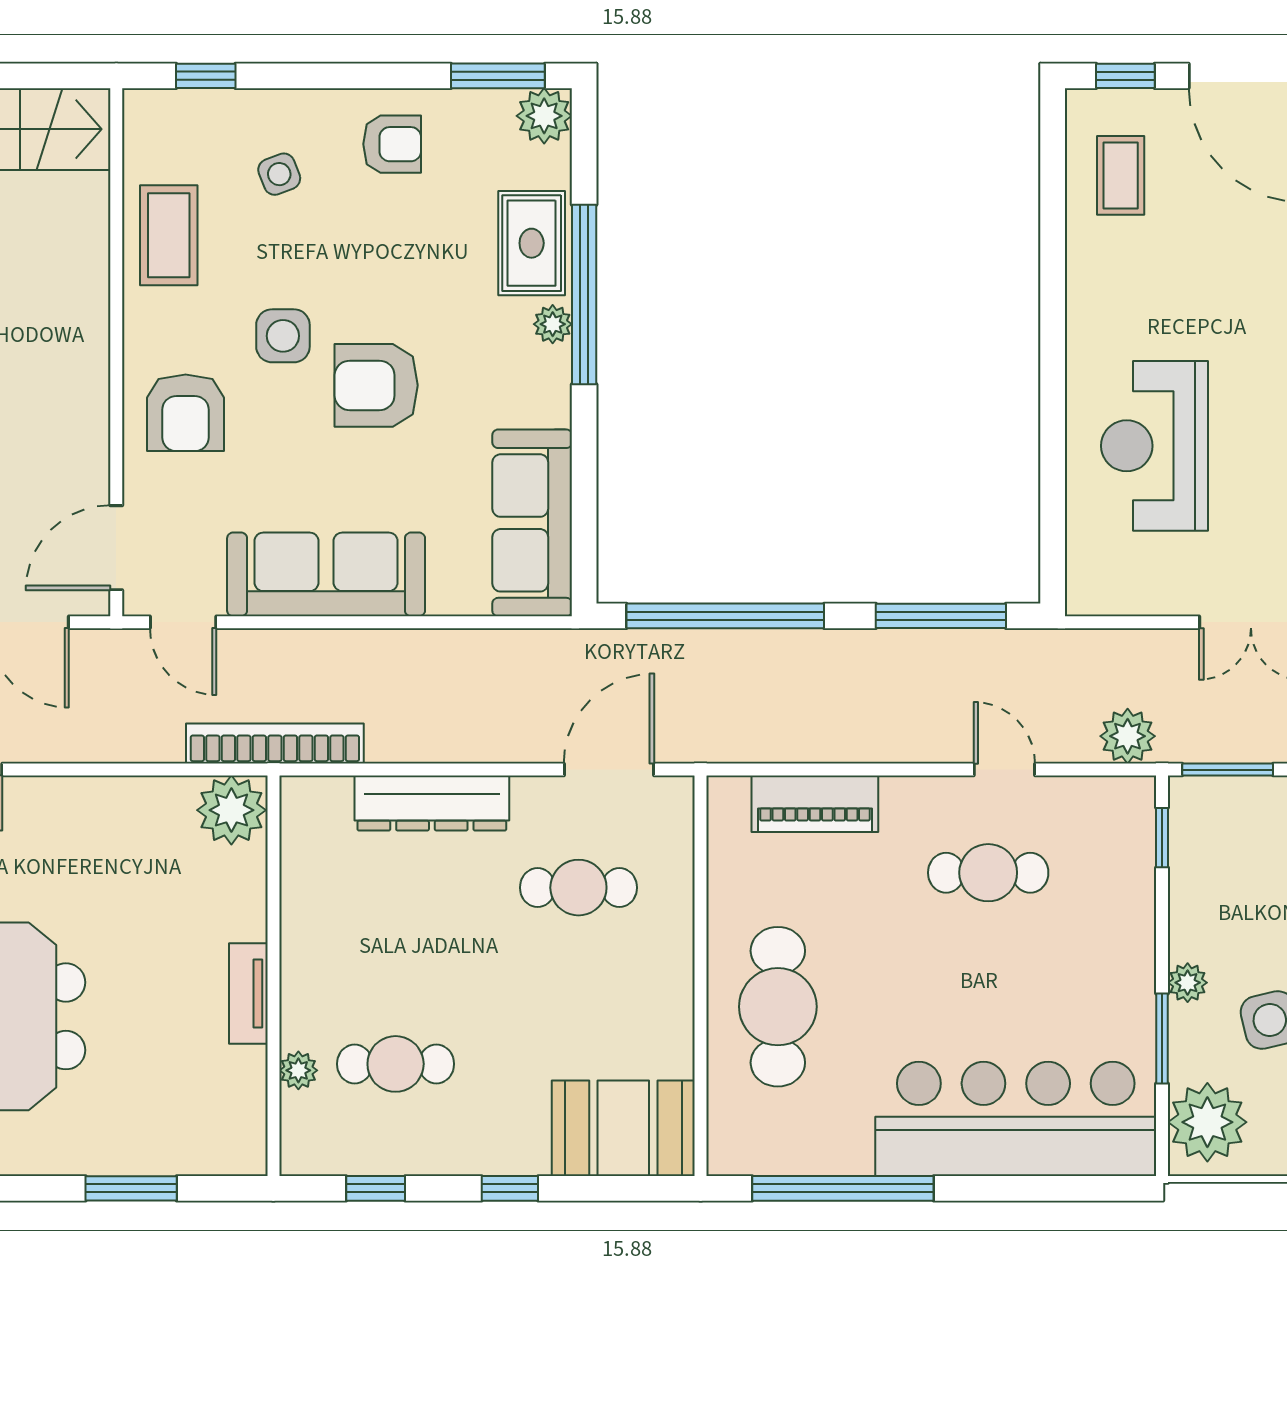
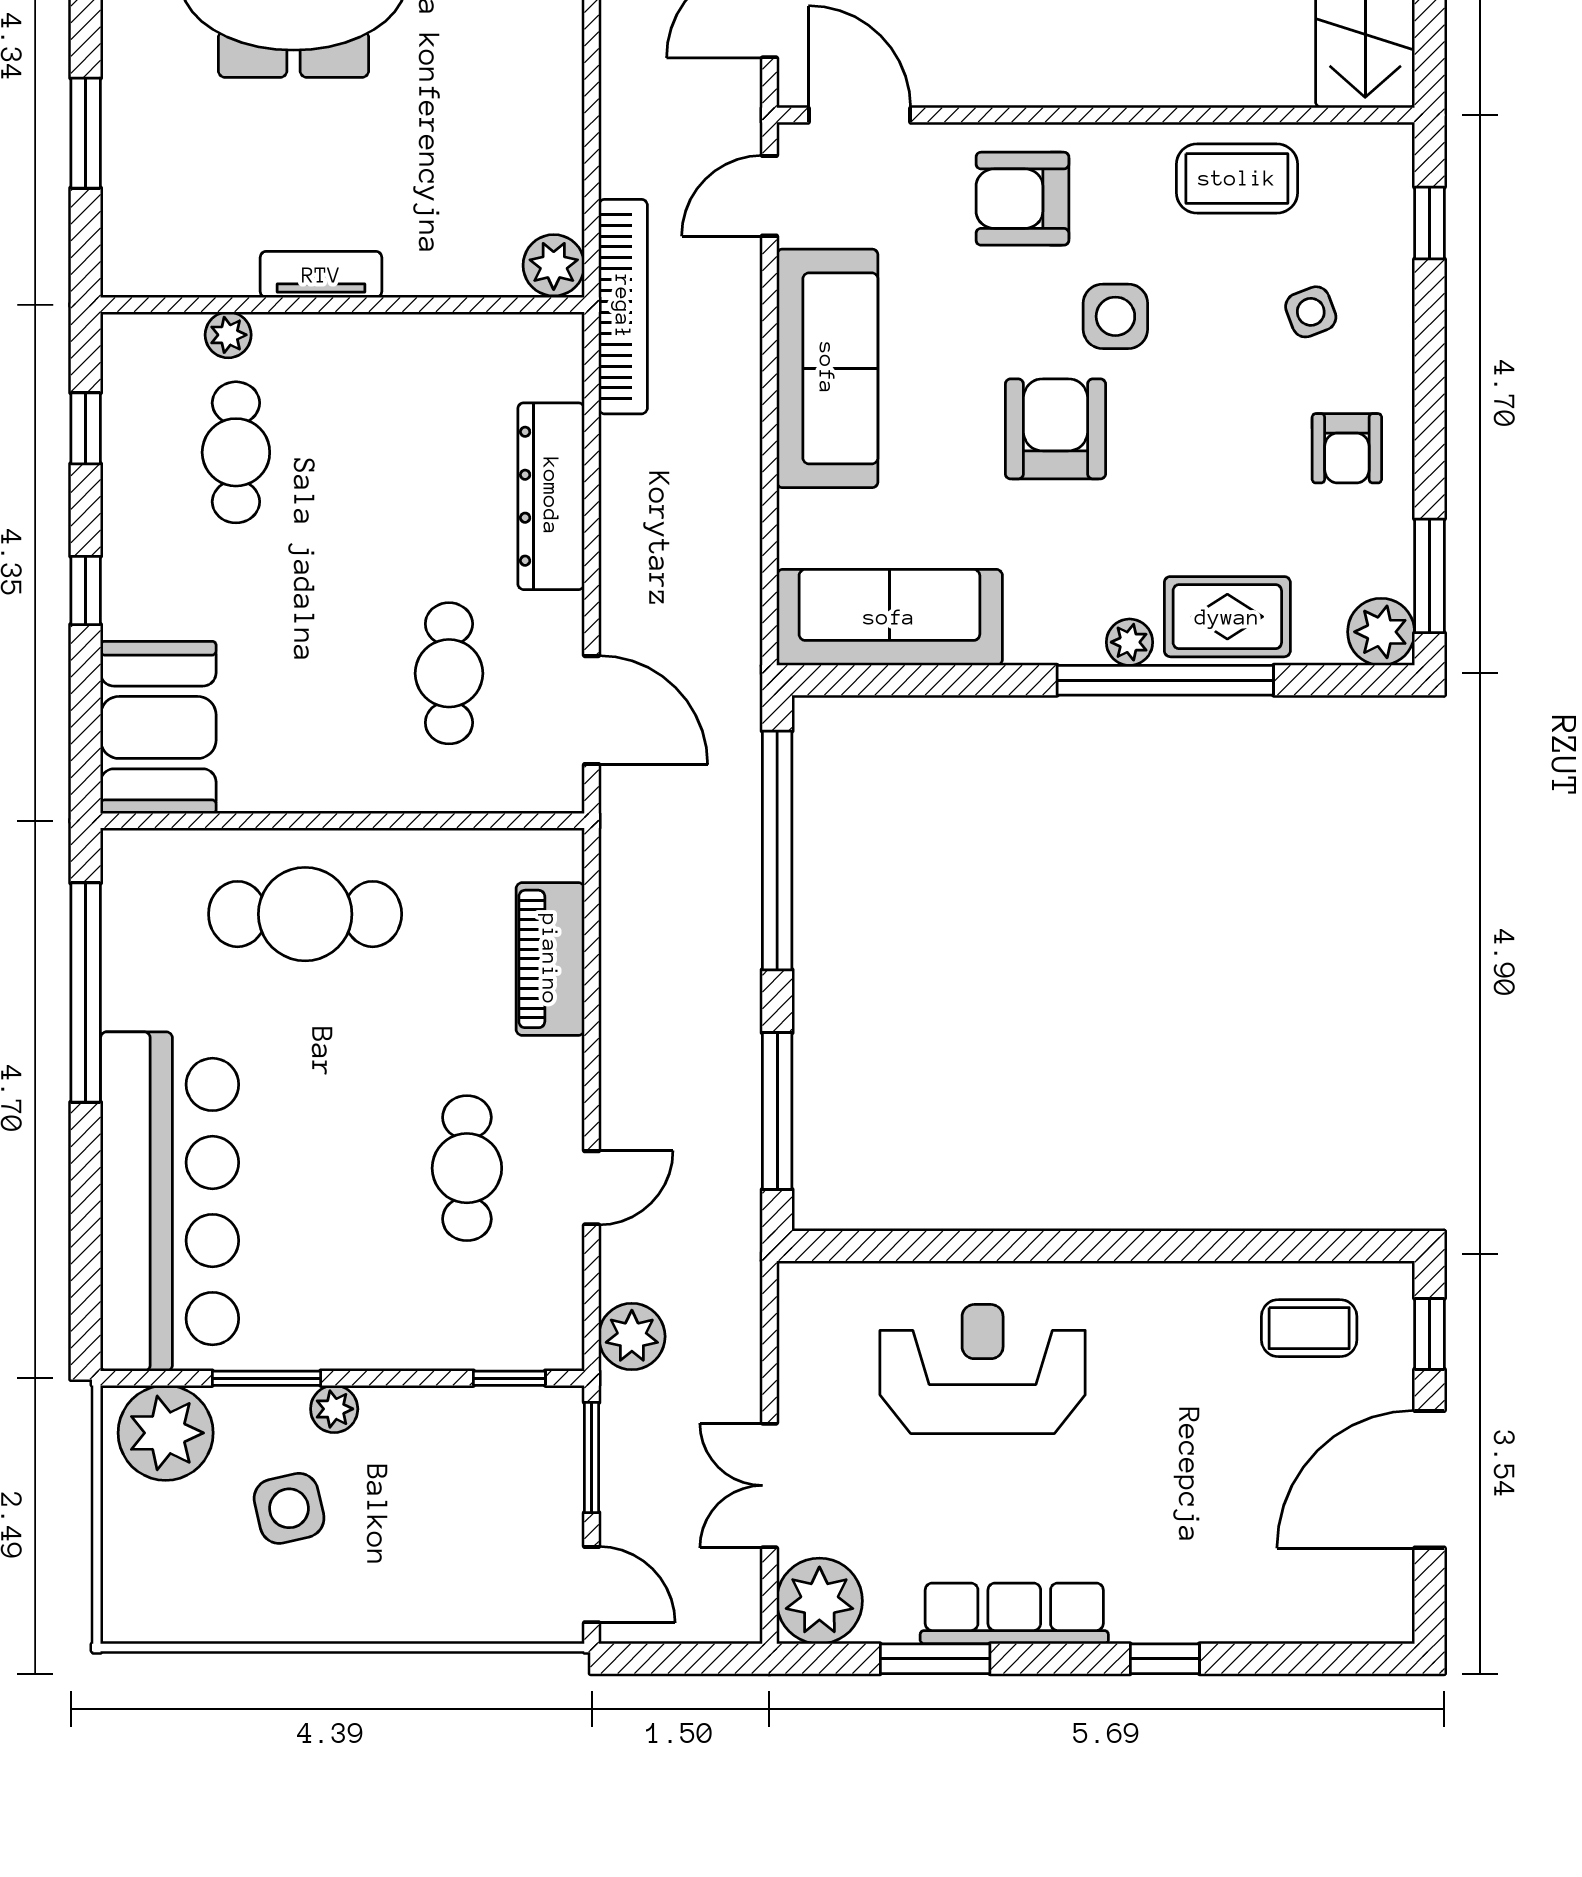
plant: (231, 810) -> (554, 265), width x0.73, depth x0.73

